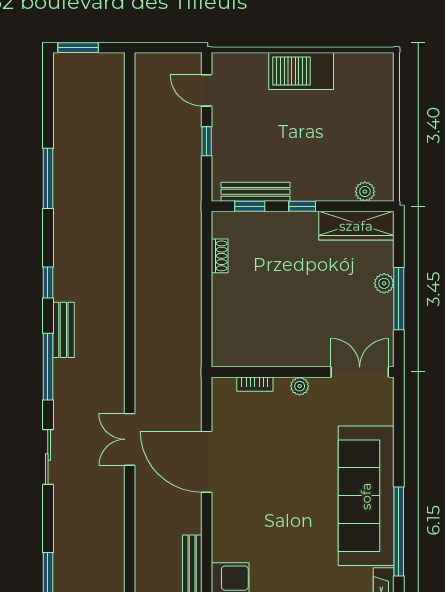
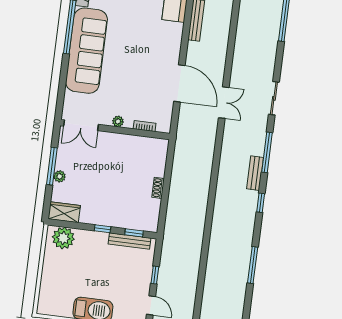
plant: (365, 192) -> (63, 238), width x1.87, depth x1.87
wardrobe: (356, 226) -> (64, 212), width x0.67
shoe rack: (220, 256) -> (158, 188), moved

